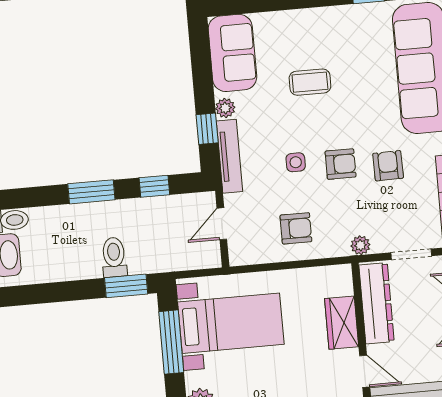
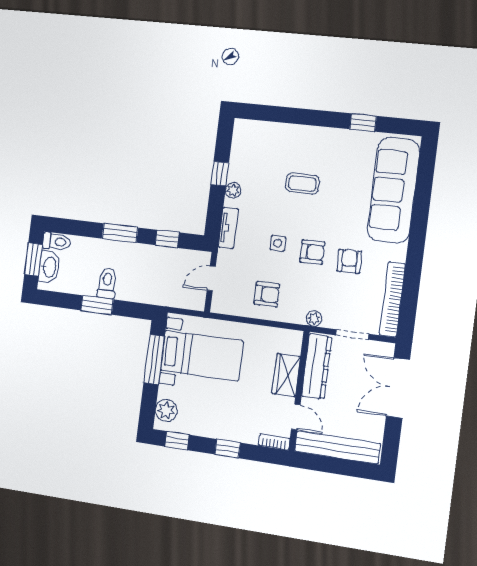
sofa: (232, 53) -> (248, 149), removed
window: (207, 129) -> (220, 174), moved
tv unit: (229, 156) -> (228, 228), width x0.71
toilet: (114, 257) -> (107, 283), moved
window: (126, 286) -> (97, 305), moved

